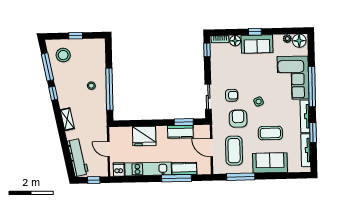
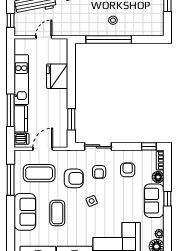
armchair: (229, 69) -> (128, 170), added
kitchen counter: (180, 132) -> (61, 116), removed
dishwasher: (119, 169) -> (22, 139), moved

